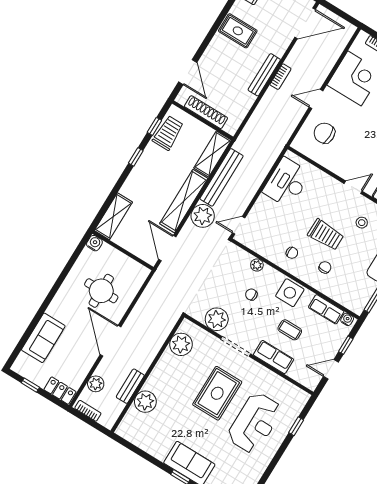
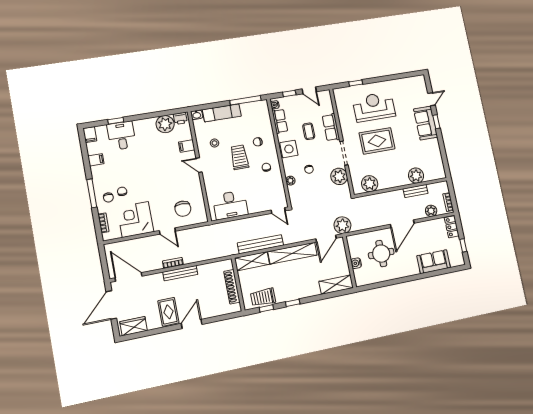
door: (188, 72) -> (192, 324), moved
plant: (203, 216) -> (342, 225), moved
water cooler: (94, 243) -> (356, 263), moved

